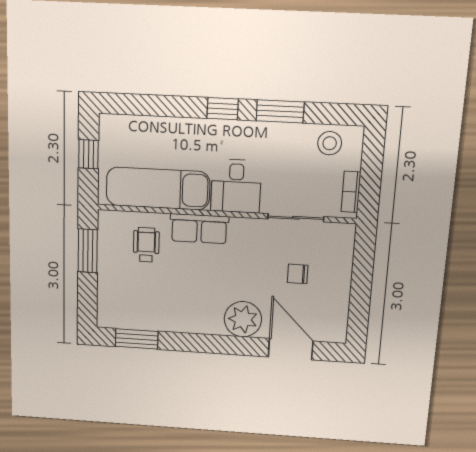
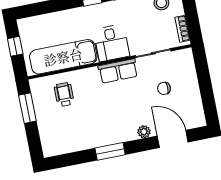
row of seats: (199, 229) -> (118, 71), moved
plant: (243, 319) -> (144, 132), width x0.53, depth x0.53
window: (137, 339) -> (110, 151), moved

